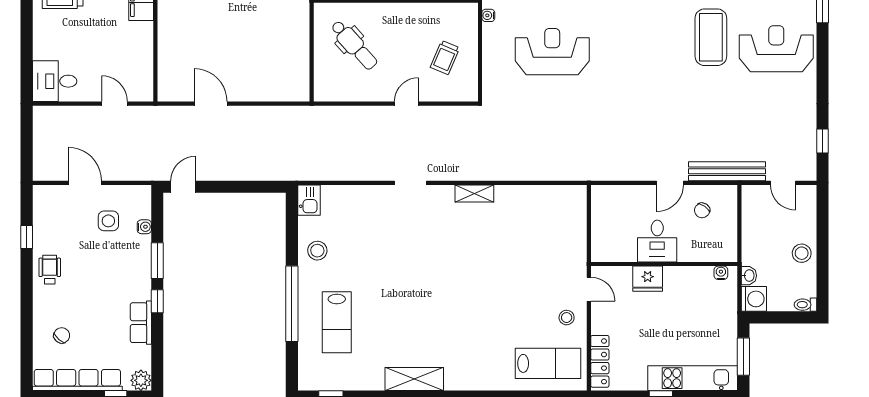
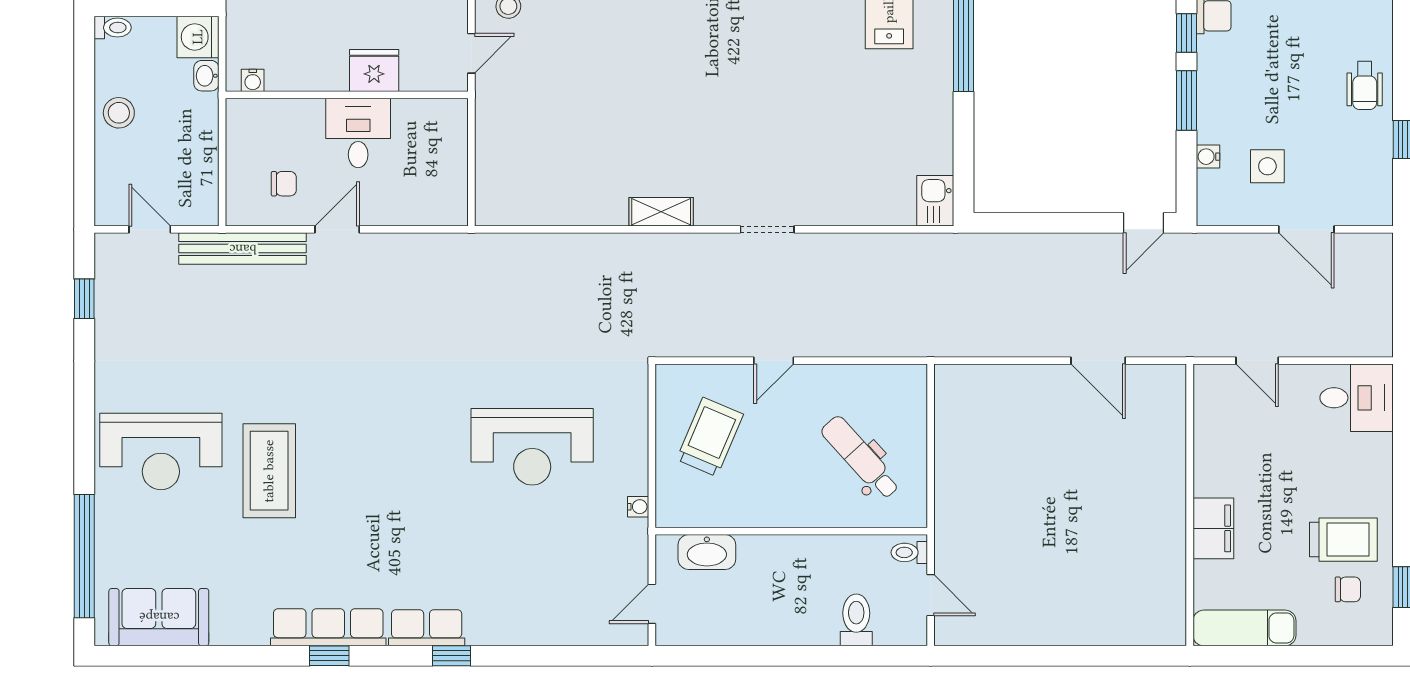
trolley: (445, 58) -> (710, 437), width x1.36, depth x1.39
chair: (702, 210) -> (284, 184), turned 56
stool: (317, 251) -> (921, 117), removed
door: (589, 289) -> (471, 53), swing flipped

